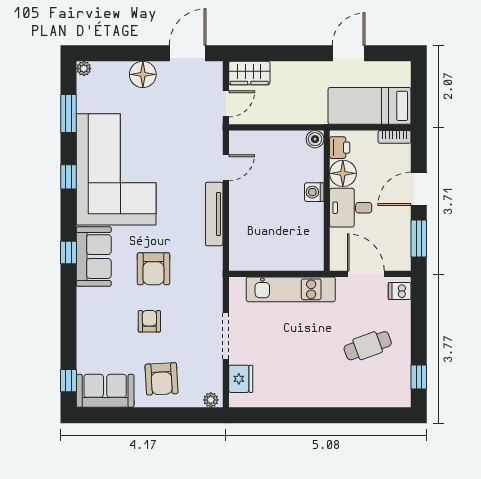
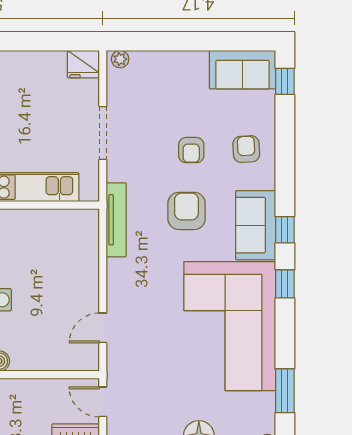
door: (226, 104) -> (103, 402), hinge flipped
window: (69, 177) -> (285, 284), moved
tv unit: (214, 214) -> (116, 220), moved
armchair: (161, 379) -> (246, 149), moved, width x0.72, depth x0.72
fridge: (241, 379) -> (83, 64), moved, turned -90

